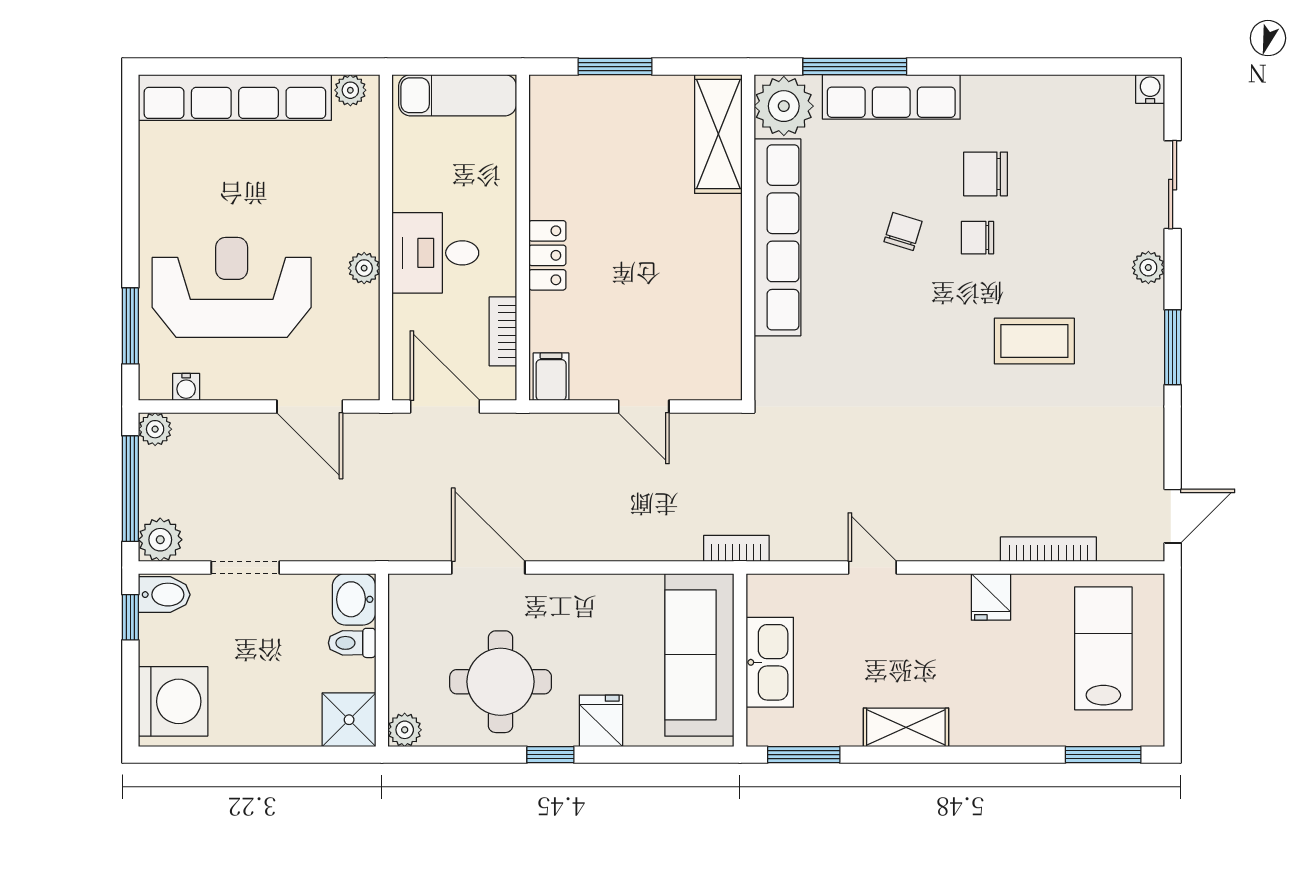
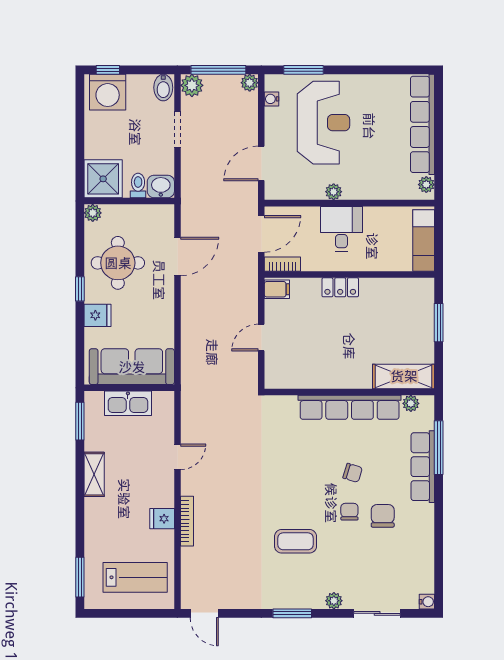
plant: (784, 106) -> (411, 403), width x0.53, depth x0.53
bookcase: (503, 331) -> (282, 264), moved
coffee table: (1034, 341) -> (296, 541), turned 90
bookcase: (736, 548) -> (187, 386), removed
bookcase: (1048, 549) -> (187, 521), moved
window: (130, 617) -> (108, 70), moved
shower: (349, 720) -> (103, 179), width x1.36, depth x1.36

